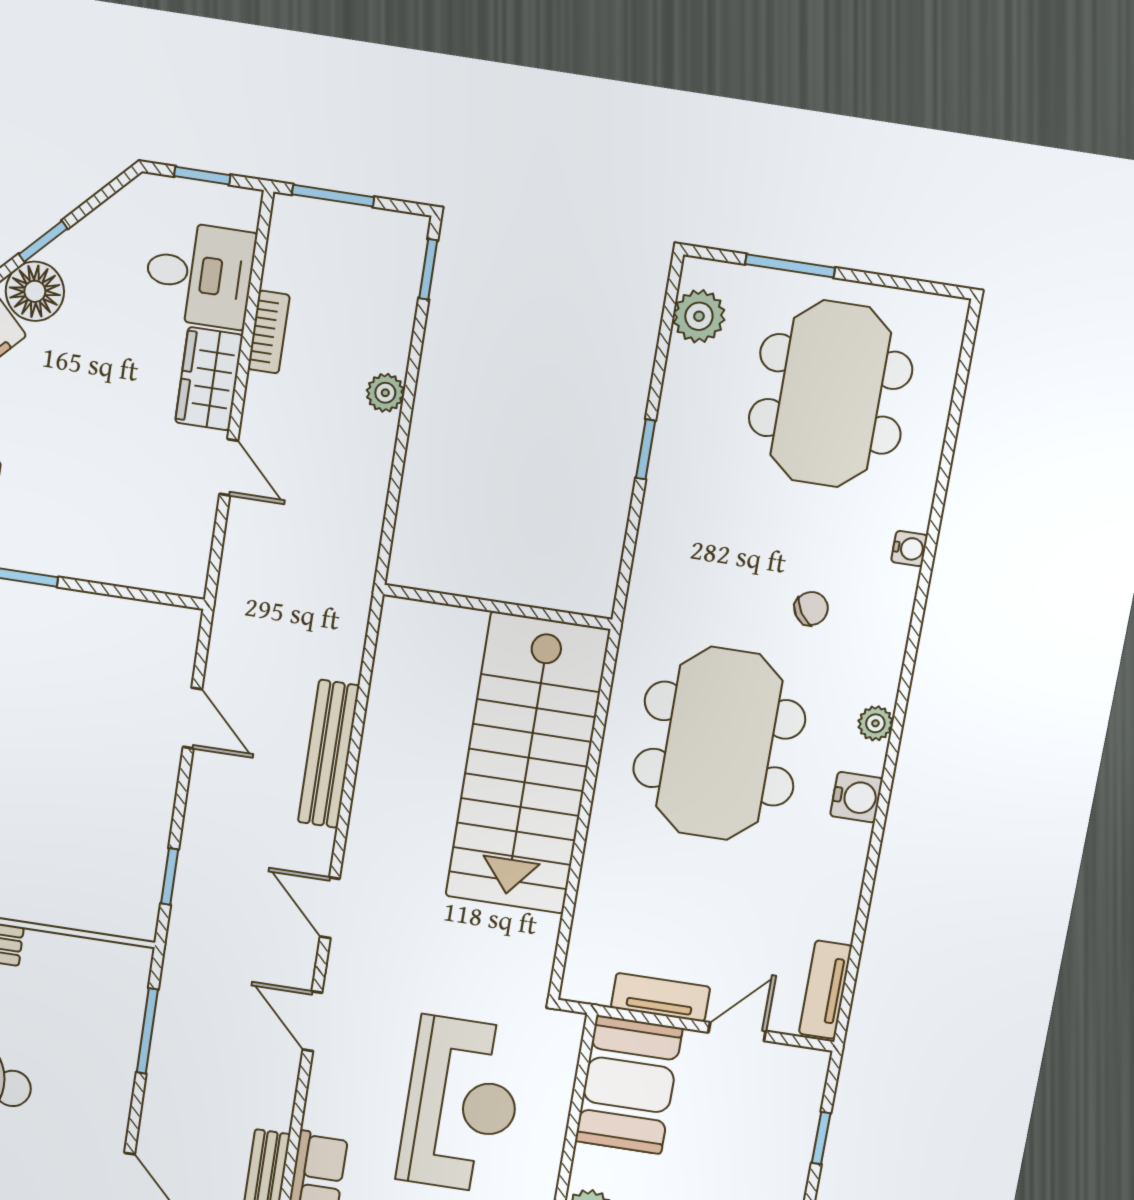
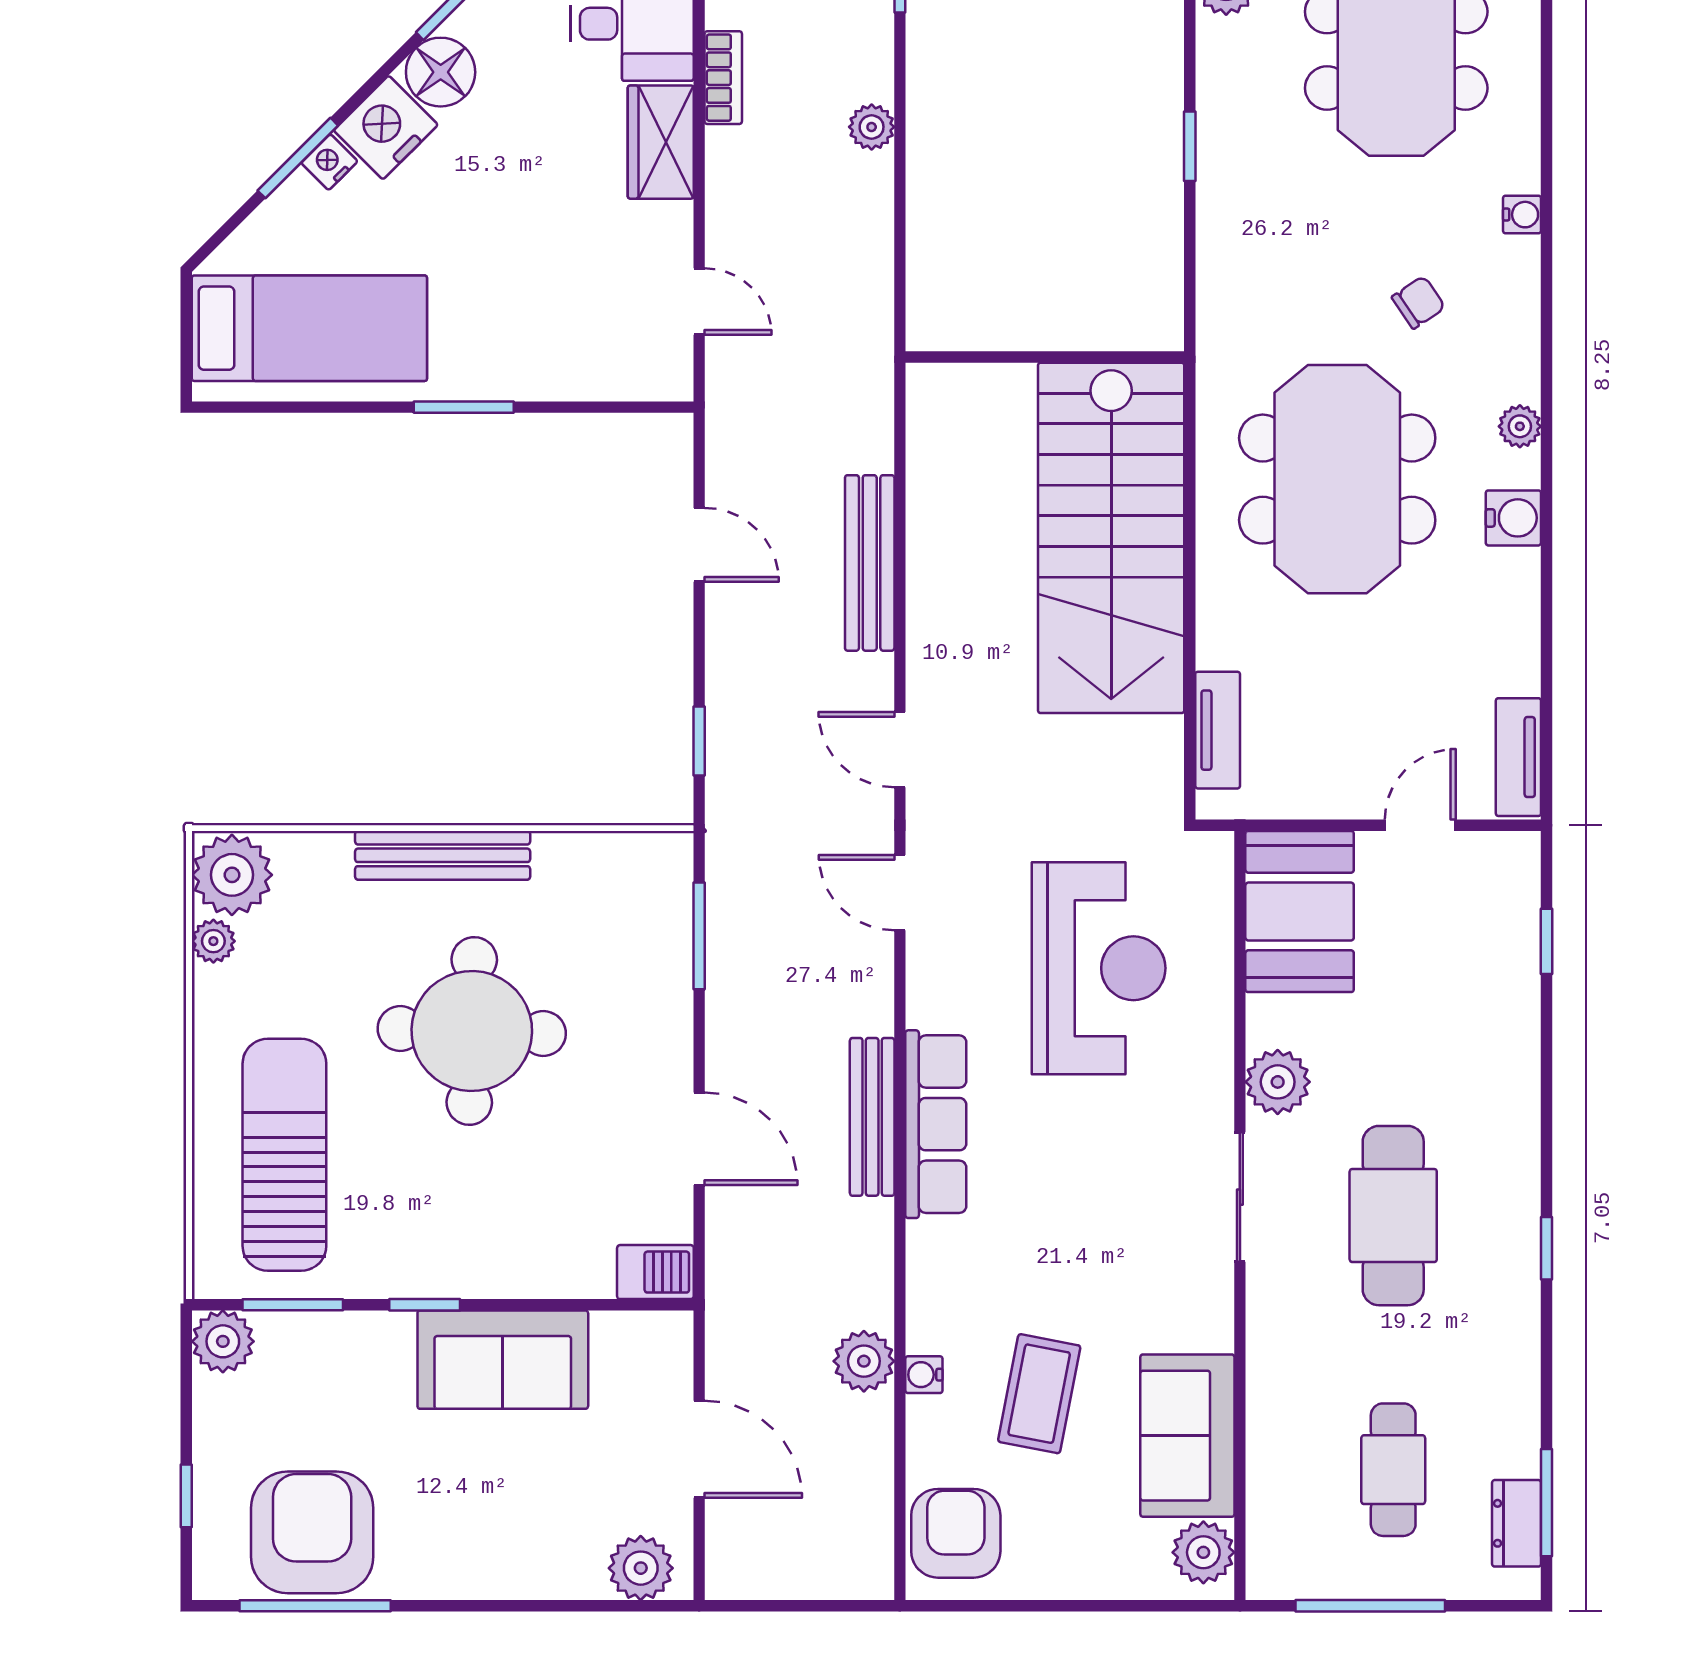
door: (229, 467) -> (699, 302), moved
tv unit: (660, 997) -> (1218, 730), moved, turned 90

